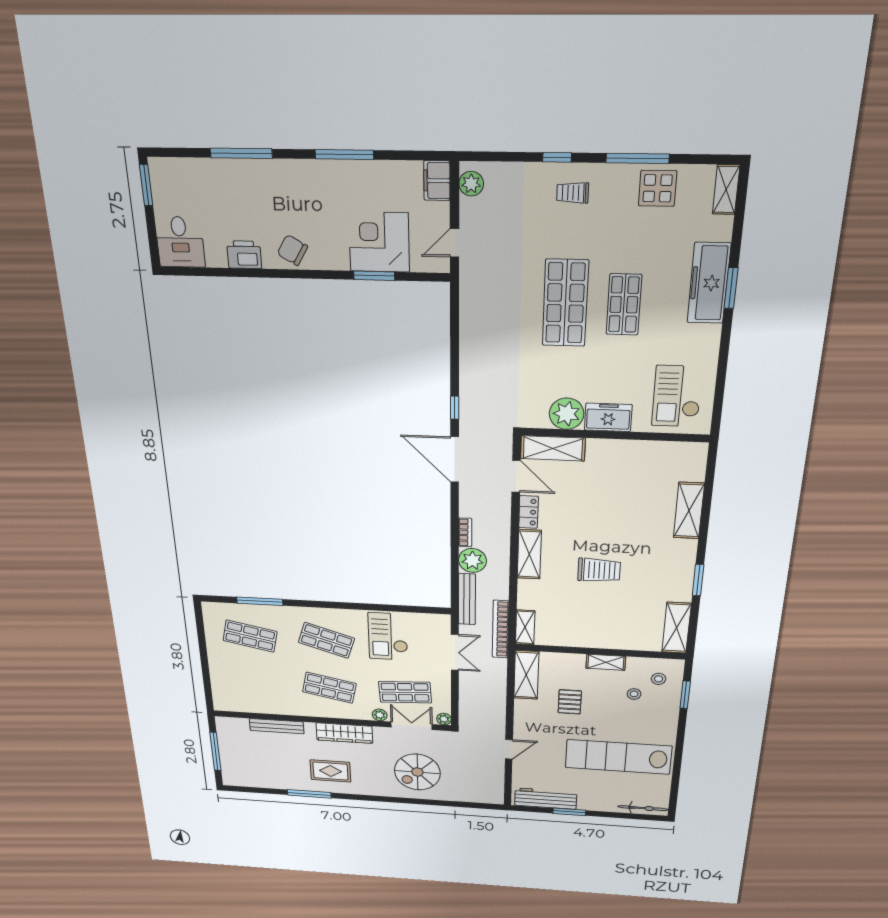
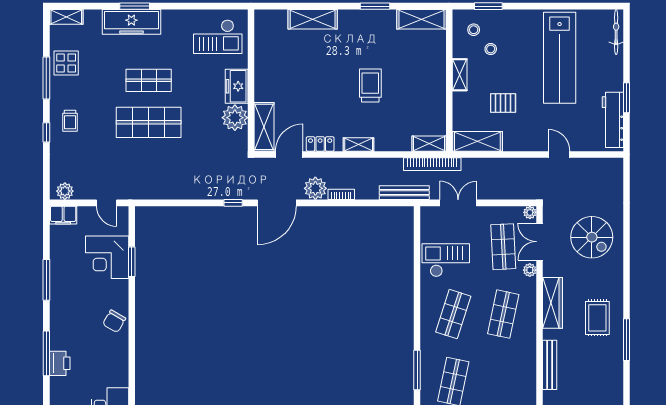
printer: (244, 255) -> (60, 363), moved, turned 180
shelving: (529, 554) -> (359, 144), width x0.67, depth x0.75
plant: (472, 560) -> (315, 188), moved
checkout: (388, 636) -> (446, 260), turned 180

